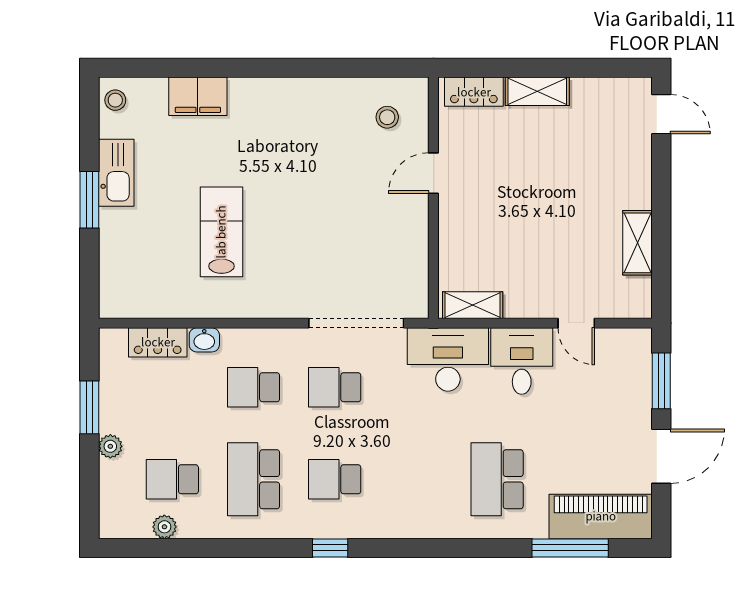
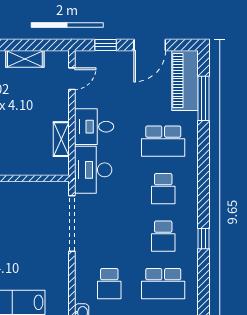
shelving: (473, 305) -> (61, 139), moved
door: (576, 323) -> (72, 79), moved
window: (661, 381) -> (106, 45), width x0.67
school desk: (335, 387) -> (163, 189), moved
door: (661, 456) -> (150, 45), swing flipped

